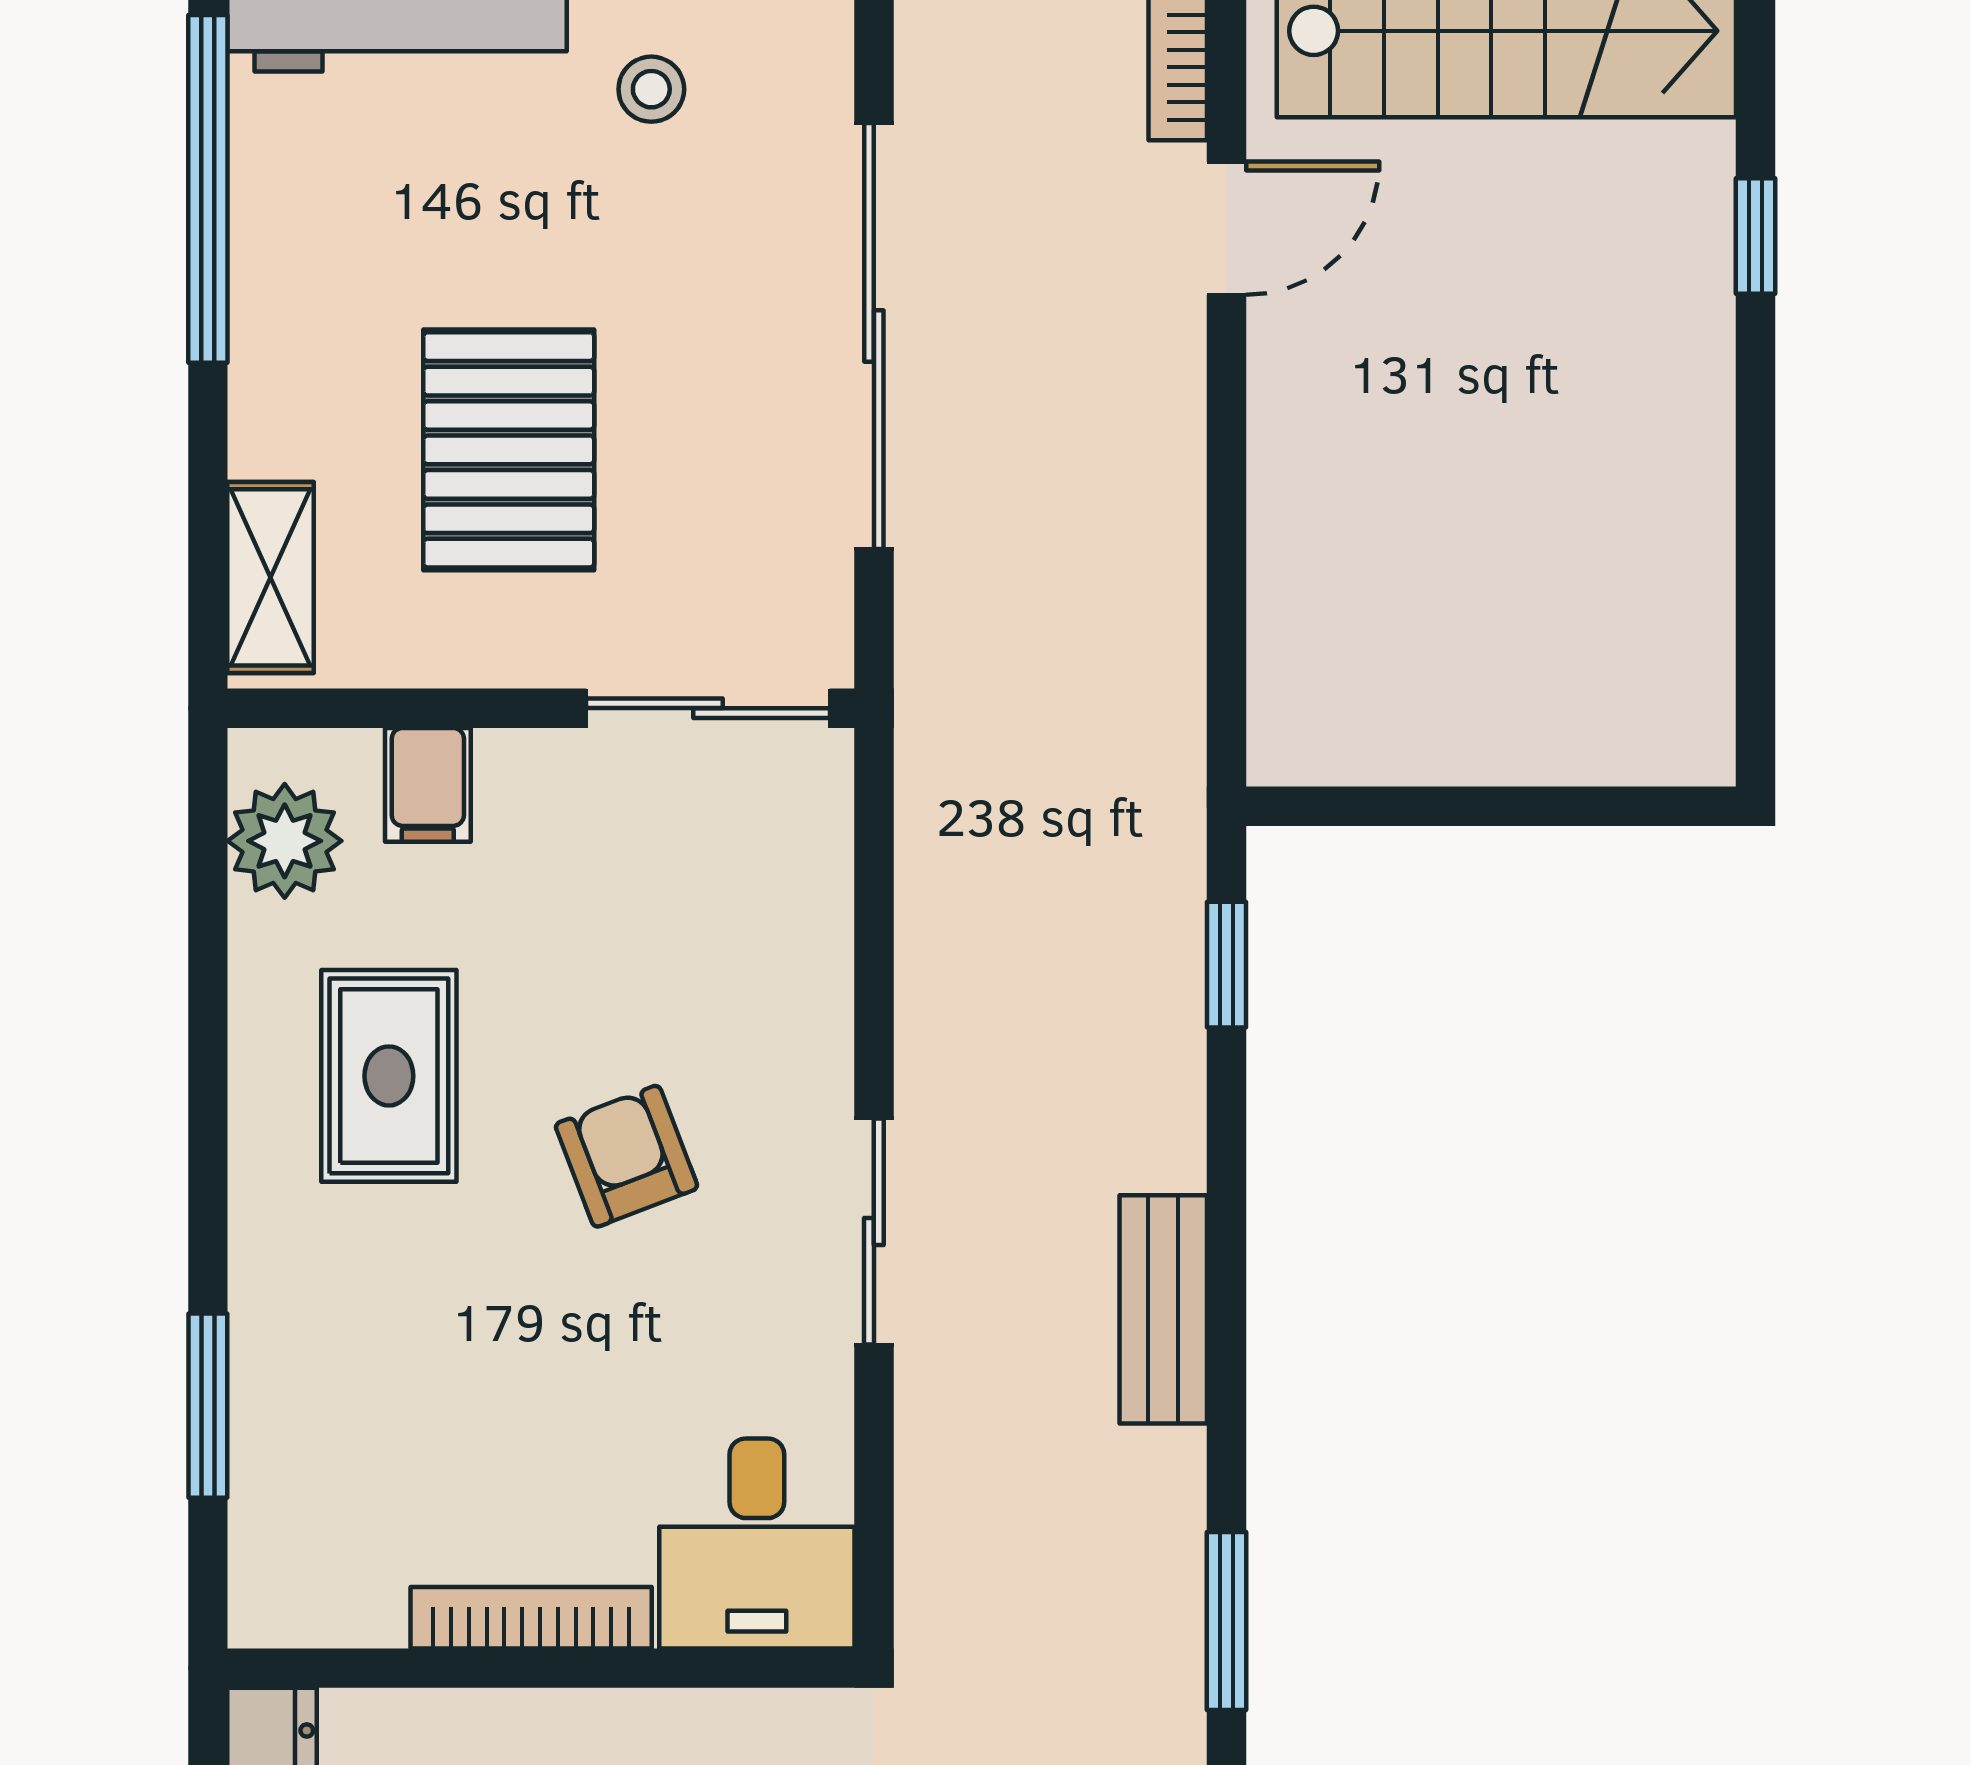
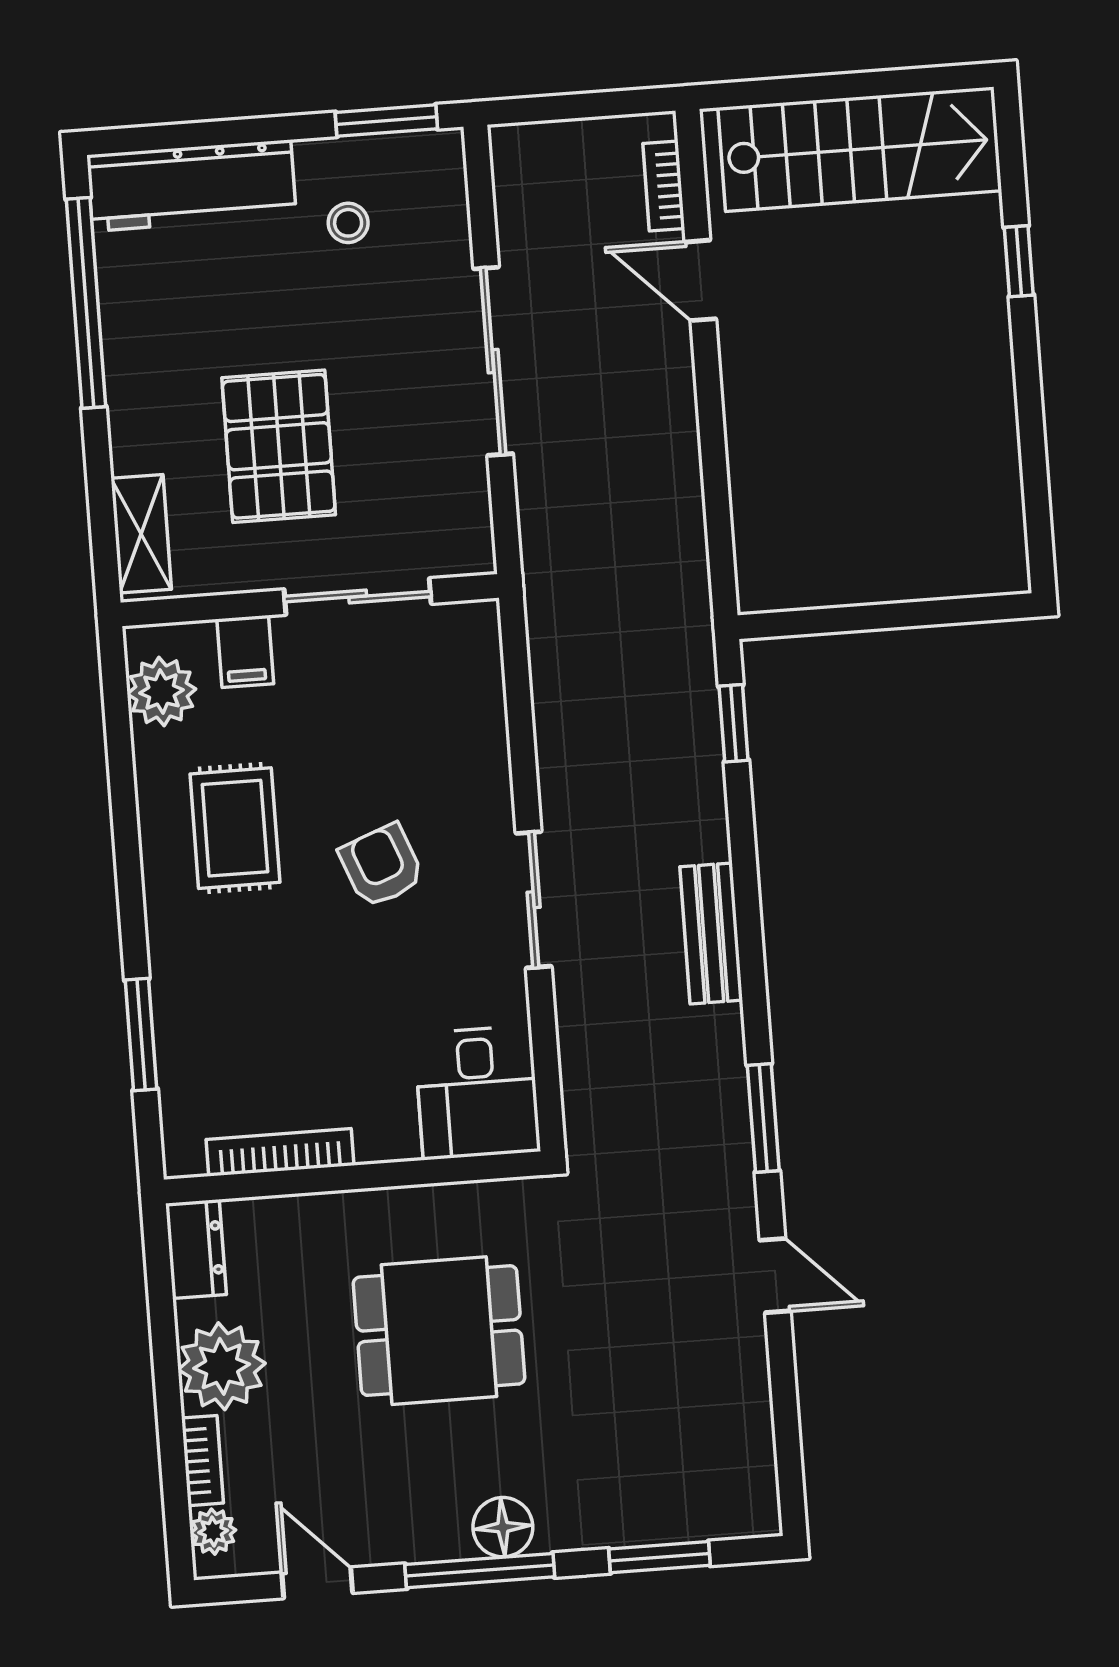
door: (1227, 228) -> (700, 280), swing flipped
sliding door: (874, 336) -> (493, 361), width x0.73
sliding door: (708, 708) -> (358, 597), moved
bookcase: (531, 1618) -> (280, 1152), moved

